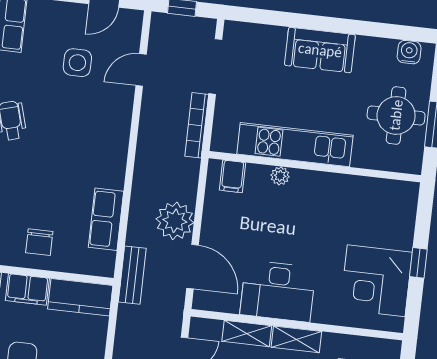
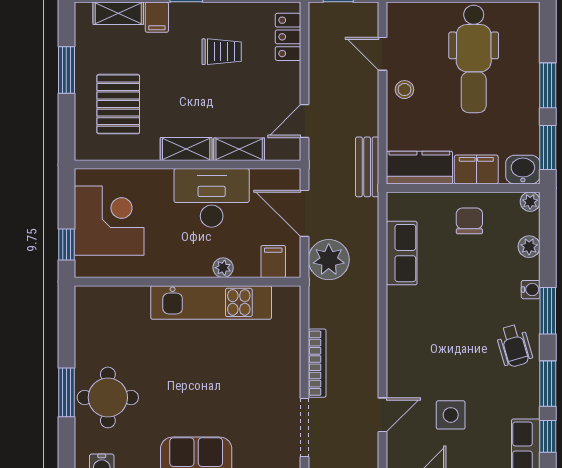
kitchen unit: (295, 145) -> (211, 302), moved
wall: (315, 167) -> (187, 282), moved
filing cabinet: (233, 176) -> (273, 261), moved
plant: (280, 176) -> (223, 268), moved
bench: (132, 275) -> (367, 167), moved

